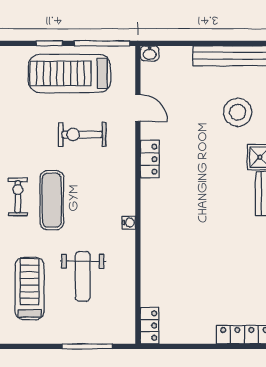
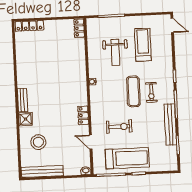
weight bench: (83, 276) -> (115, 52), turned 180
treadmill: (30, 289) -> (143, 45), turned 180

